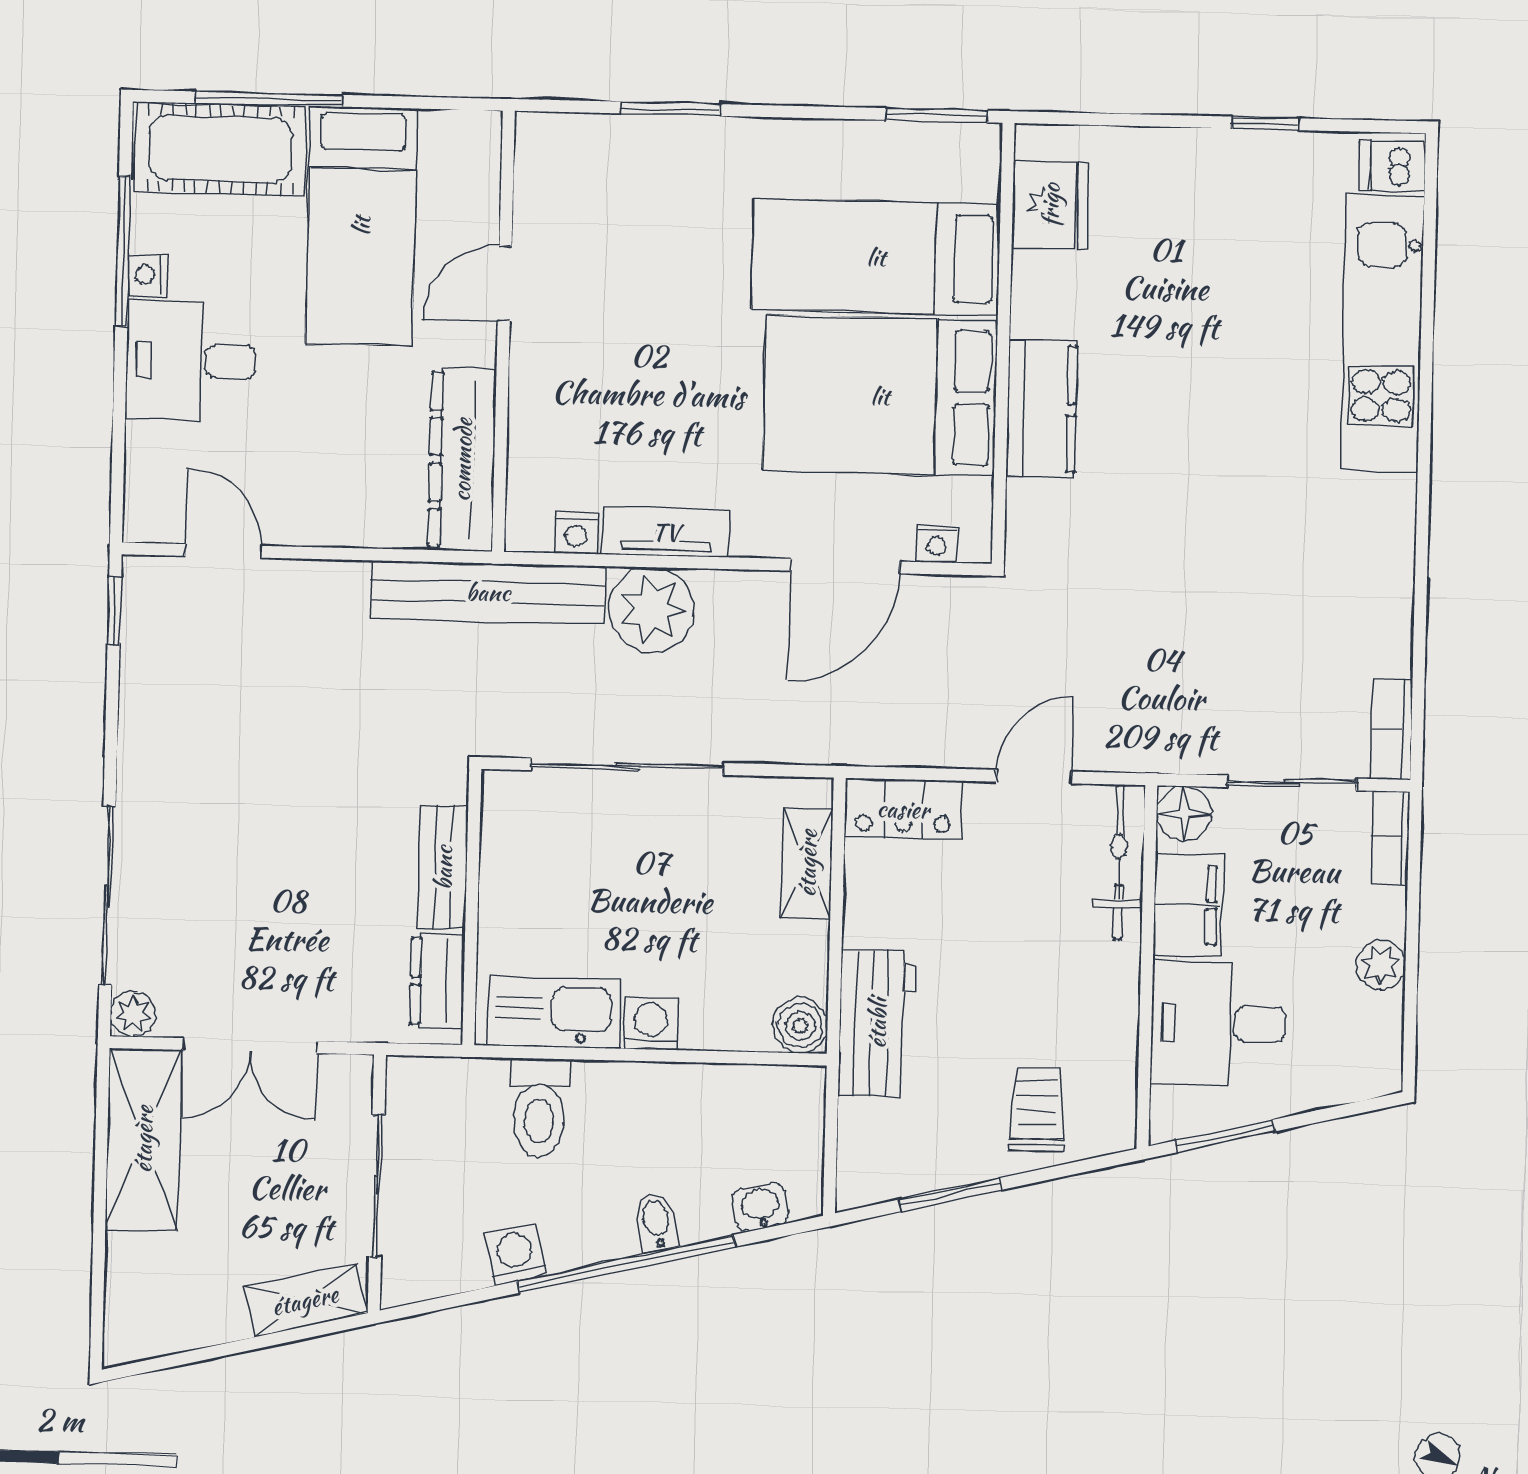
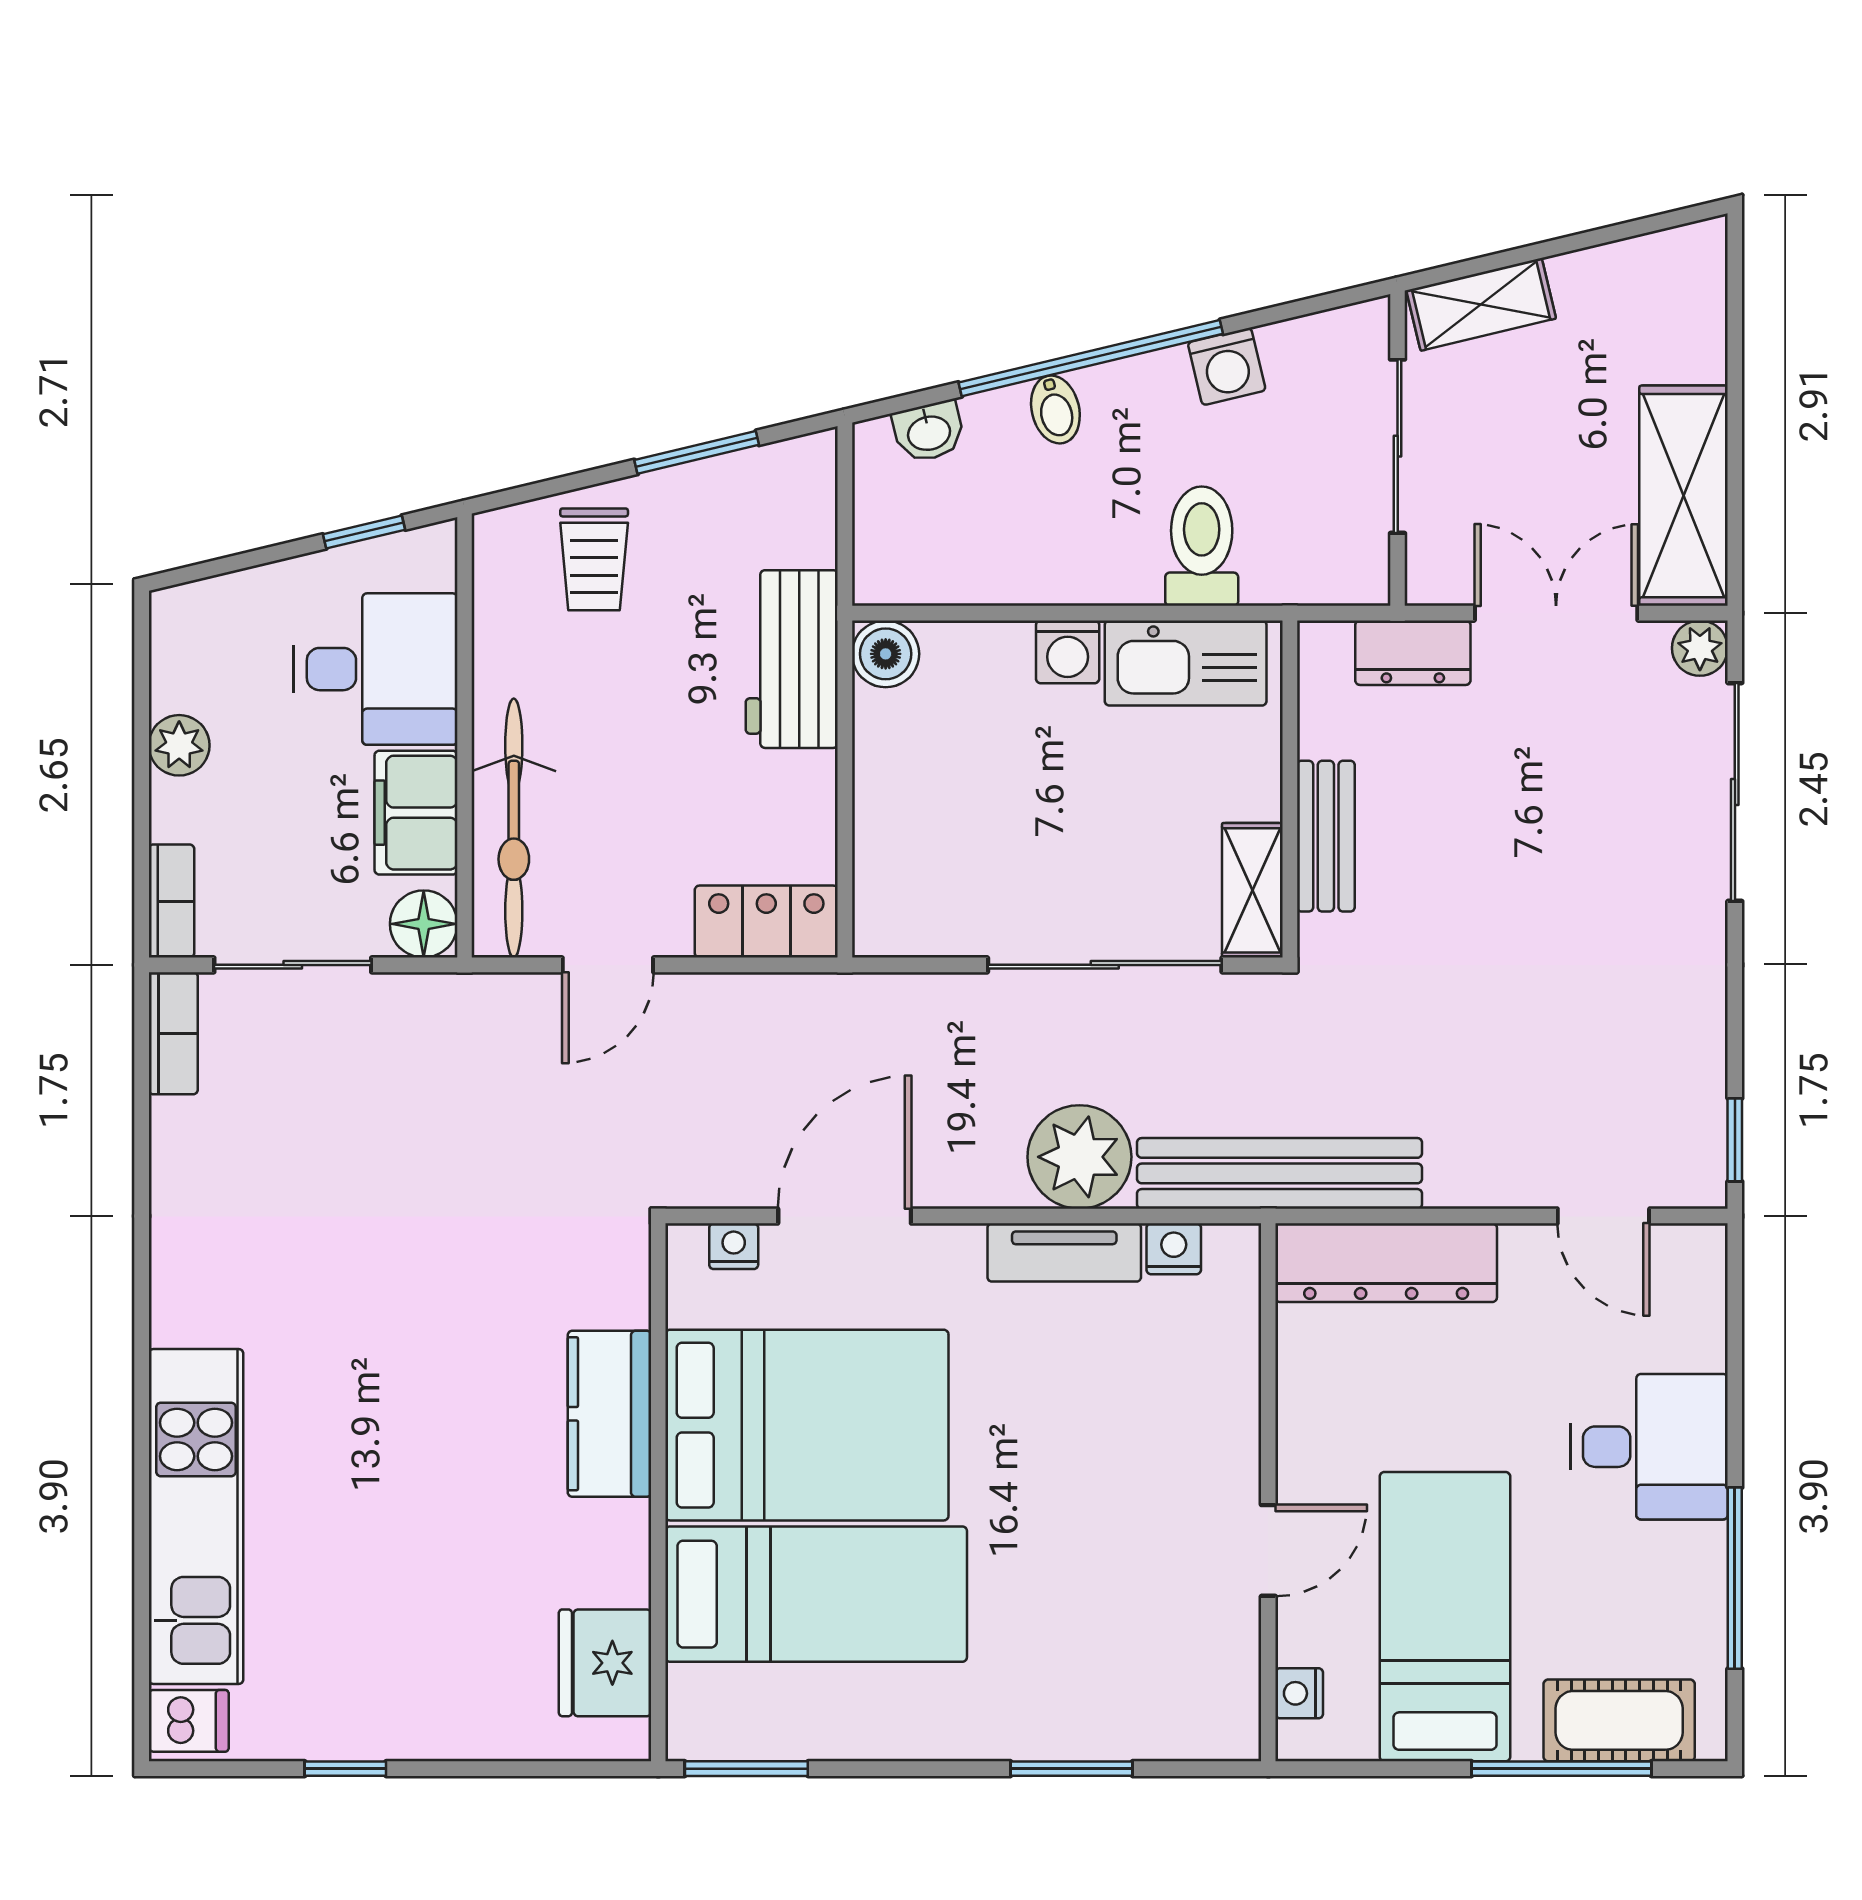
cot: (220, 149) -> (1619, 1720), width x0.73, depth x0.75
nightstand: (148, 275) -> (1299, 1693), moved, turned 180
dresser: (462, 460) -> (1386, 1263), moved, turned 90
bicycle: (1119, 862) -> (514, 828), width x1.37, depth x1.40
shelving: (807, 863) -> (1252, 890), moved
dresser: (438, 981) -> (1413, 653), moved, turned 90
window: (1225, 1136) -> (364, 532), width x0.67

